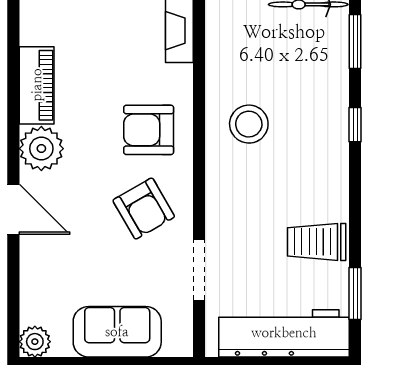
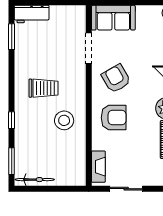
trolley: (317, 242) -> (44, 88), moved
sofa: (117, 332) -> (113, 18), moved
workbench: (284, 333) -> (32, 14), width x0.53, depth x0.76

